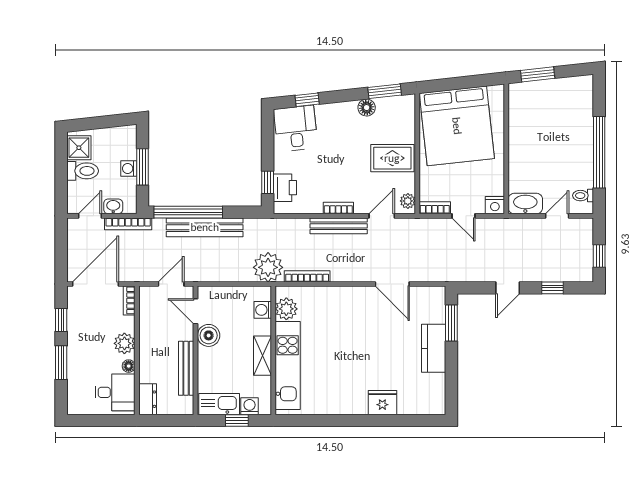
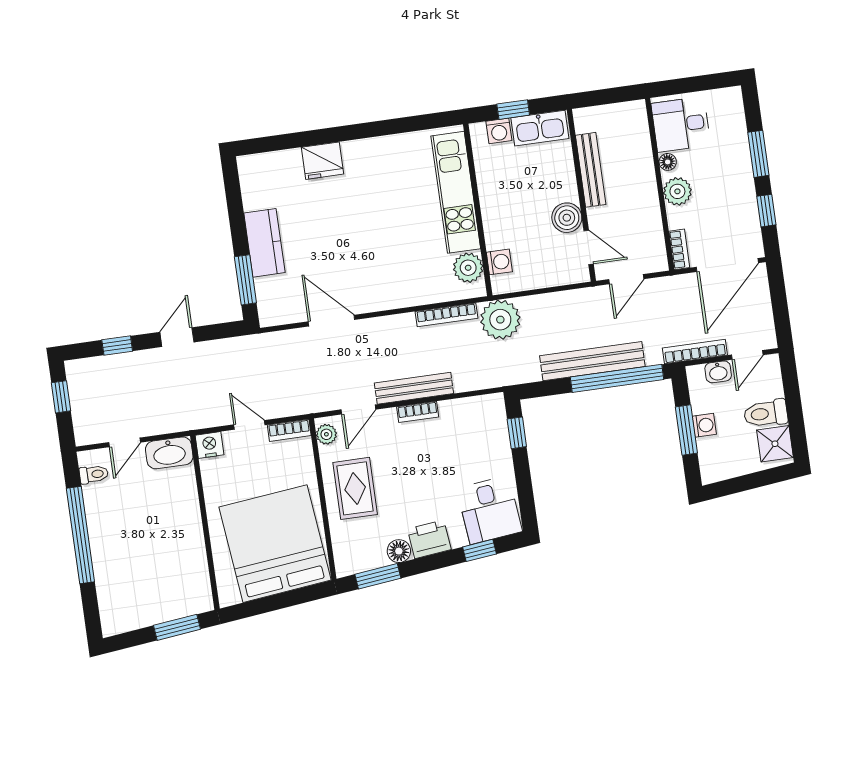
rug: (392, 158) -> (355, 488), turned 90
printer: (285, 188) -> (429, 539), moved, turned 84
shelving: (262, 356) -> (491, 201), removed
dresser: (148, 399) -> (636, 121), removed

